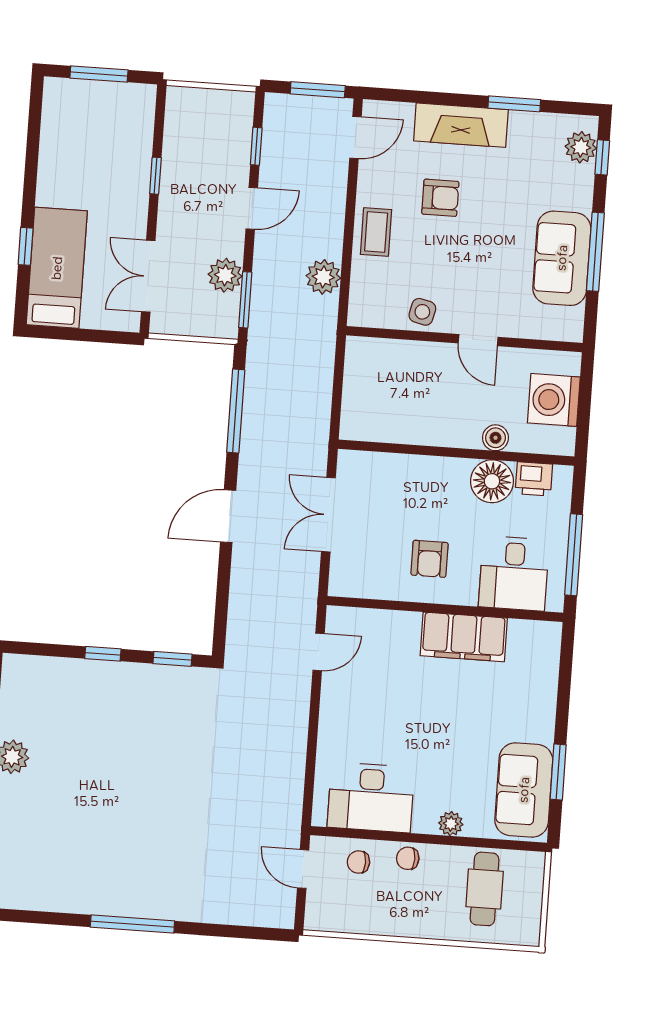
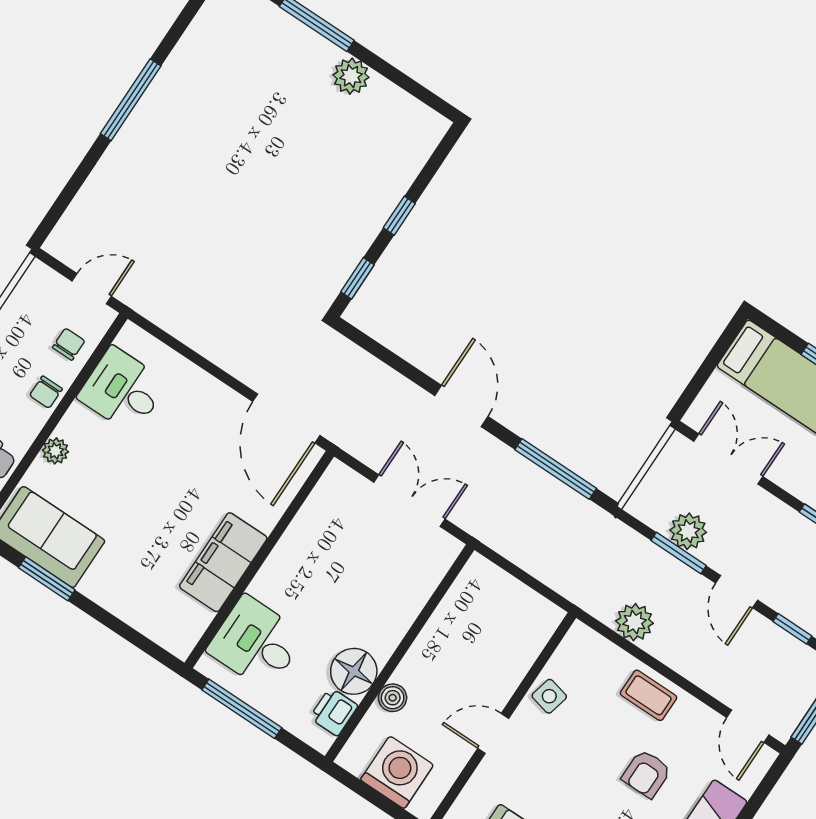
window: (245, 300) -> (679, 553), moved
armchair: (429, 559) -> (314, 572), removed
door: (319, 652) -> (286, 419), width x1.88
desk: (371, 797) -> (123, 390), width x0.73
chair: (408, 858) -> (46, 392), turned 180

